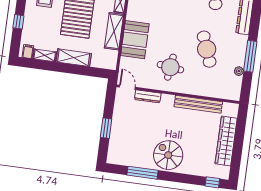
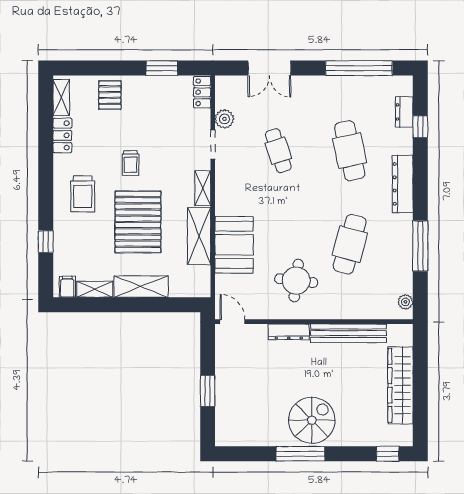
cafe table: (207, 49) -> (350, 244), turned 36
plant: (239, 71) -> (405, 302), moved
dresser: (148, 96) -> (289, 332), moved
spiral stairs: (168, 155) -> (312, 420), turned 90
window: (143, 173) -> (300, 454), moved

